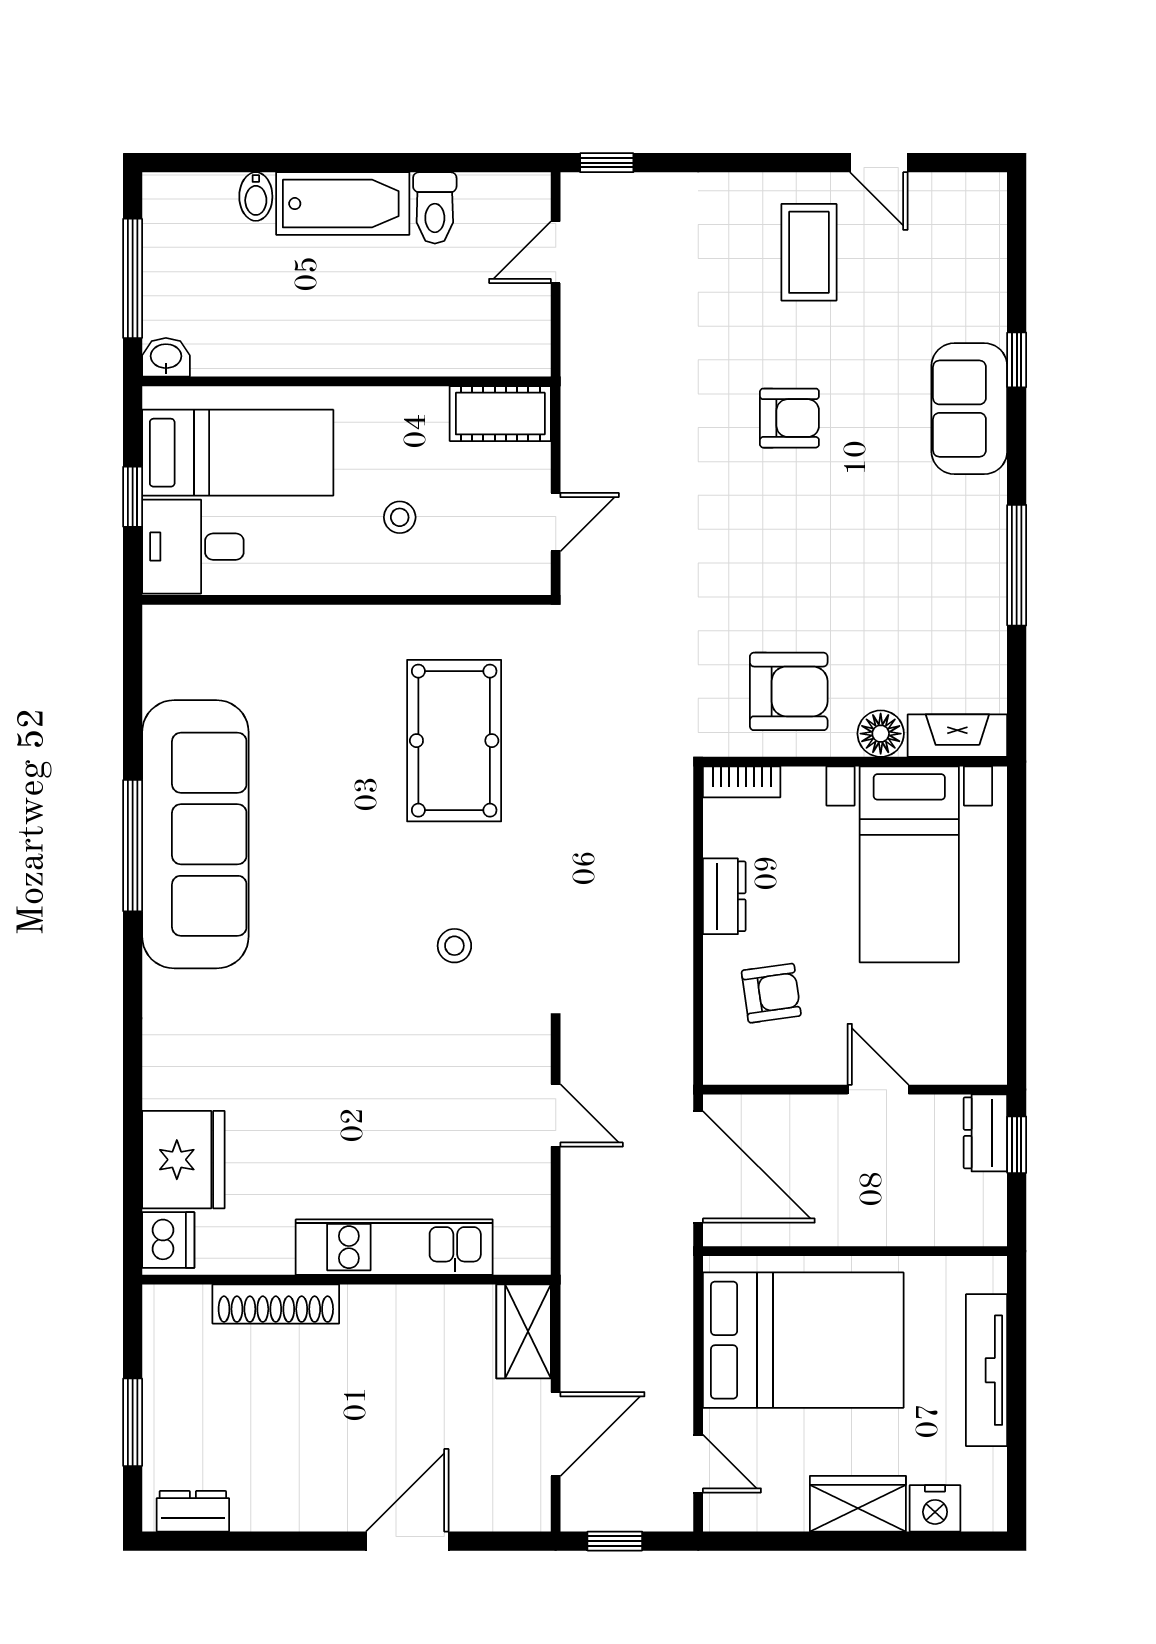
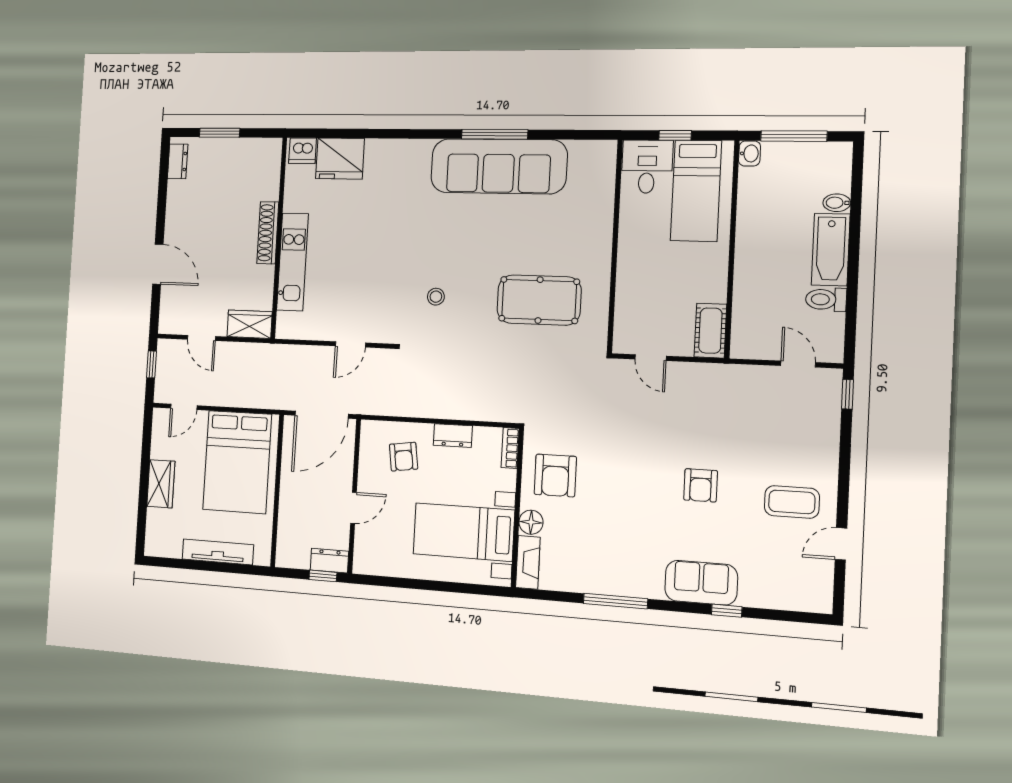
stool: (400, 517) -> (657, 275), removed
shoe rack: (276, 1304) -> (268, 233), moved
door: (556, 1434) -> (201, 338), width x0.73
nightstand: (935, 1508) -> (156, 521), removed

